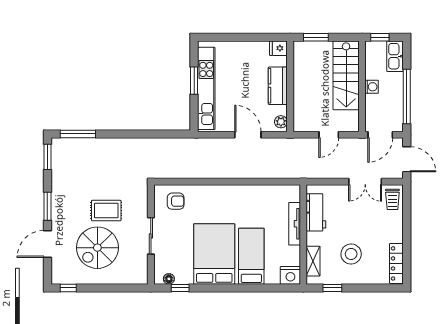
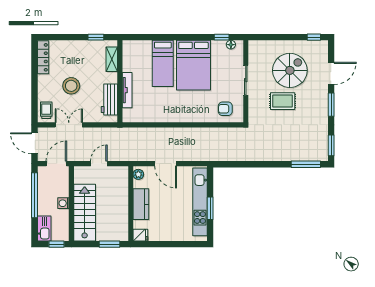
stool: (351, 254) -> (71, 86), moved
nightstand: (290, 275) -> (130, 48), removed

